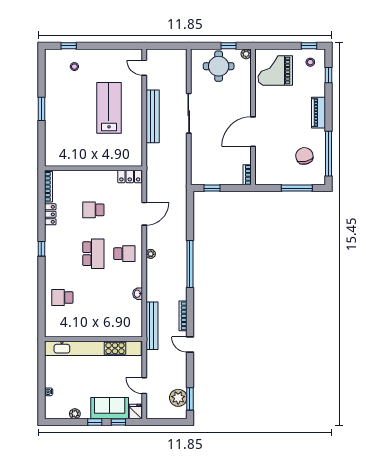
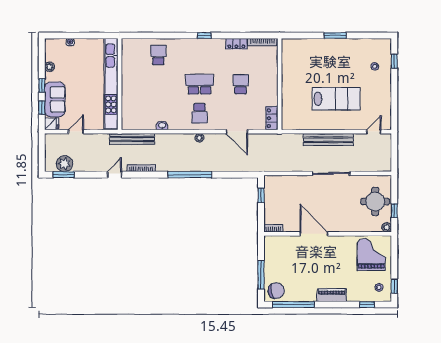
chair: (304, 156) -> (276, 291), moved
school desk: (93, 254) -> (200, 84), turned 180

